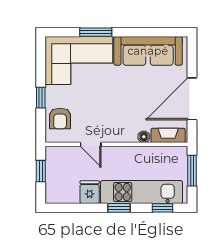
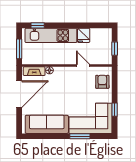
window: (41, 98) -> (115, 110), moved
window: (119, 208) -> (65, 25), removed

